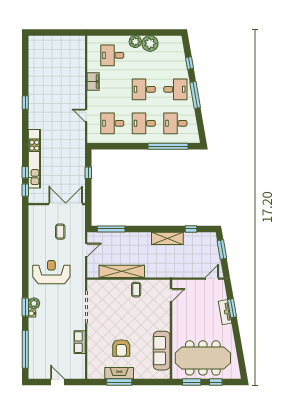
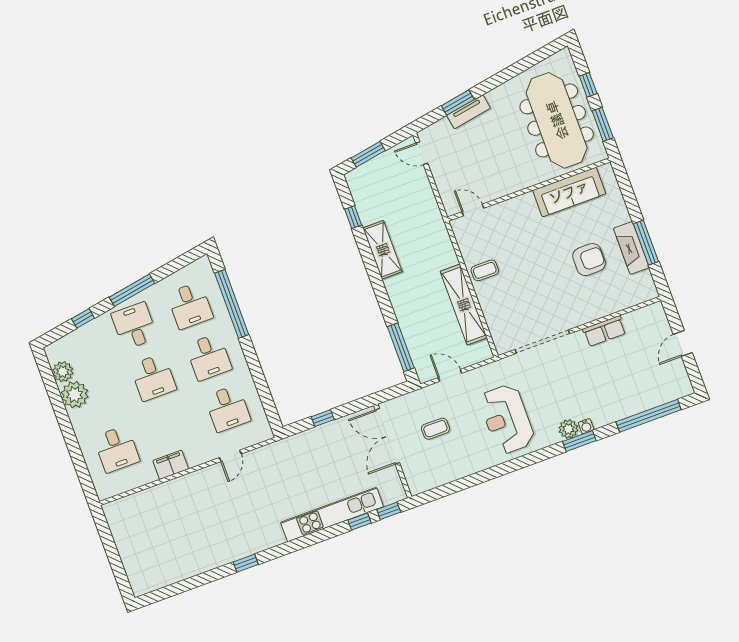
plant: (135, 42) -> (63, 372), moved

